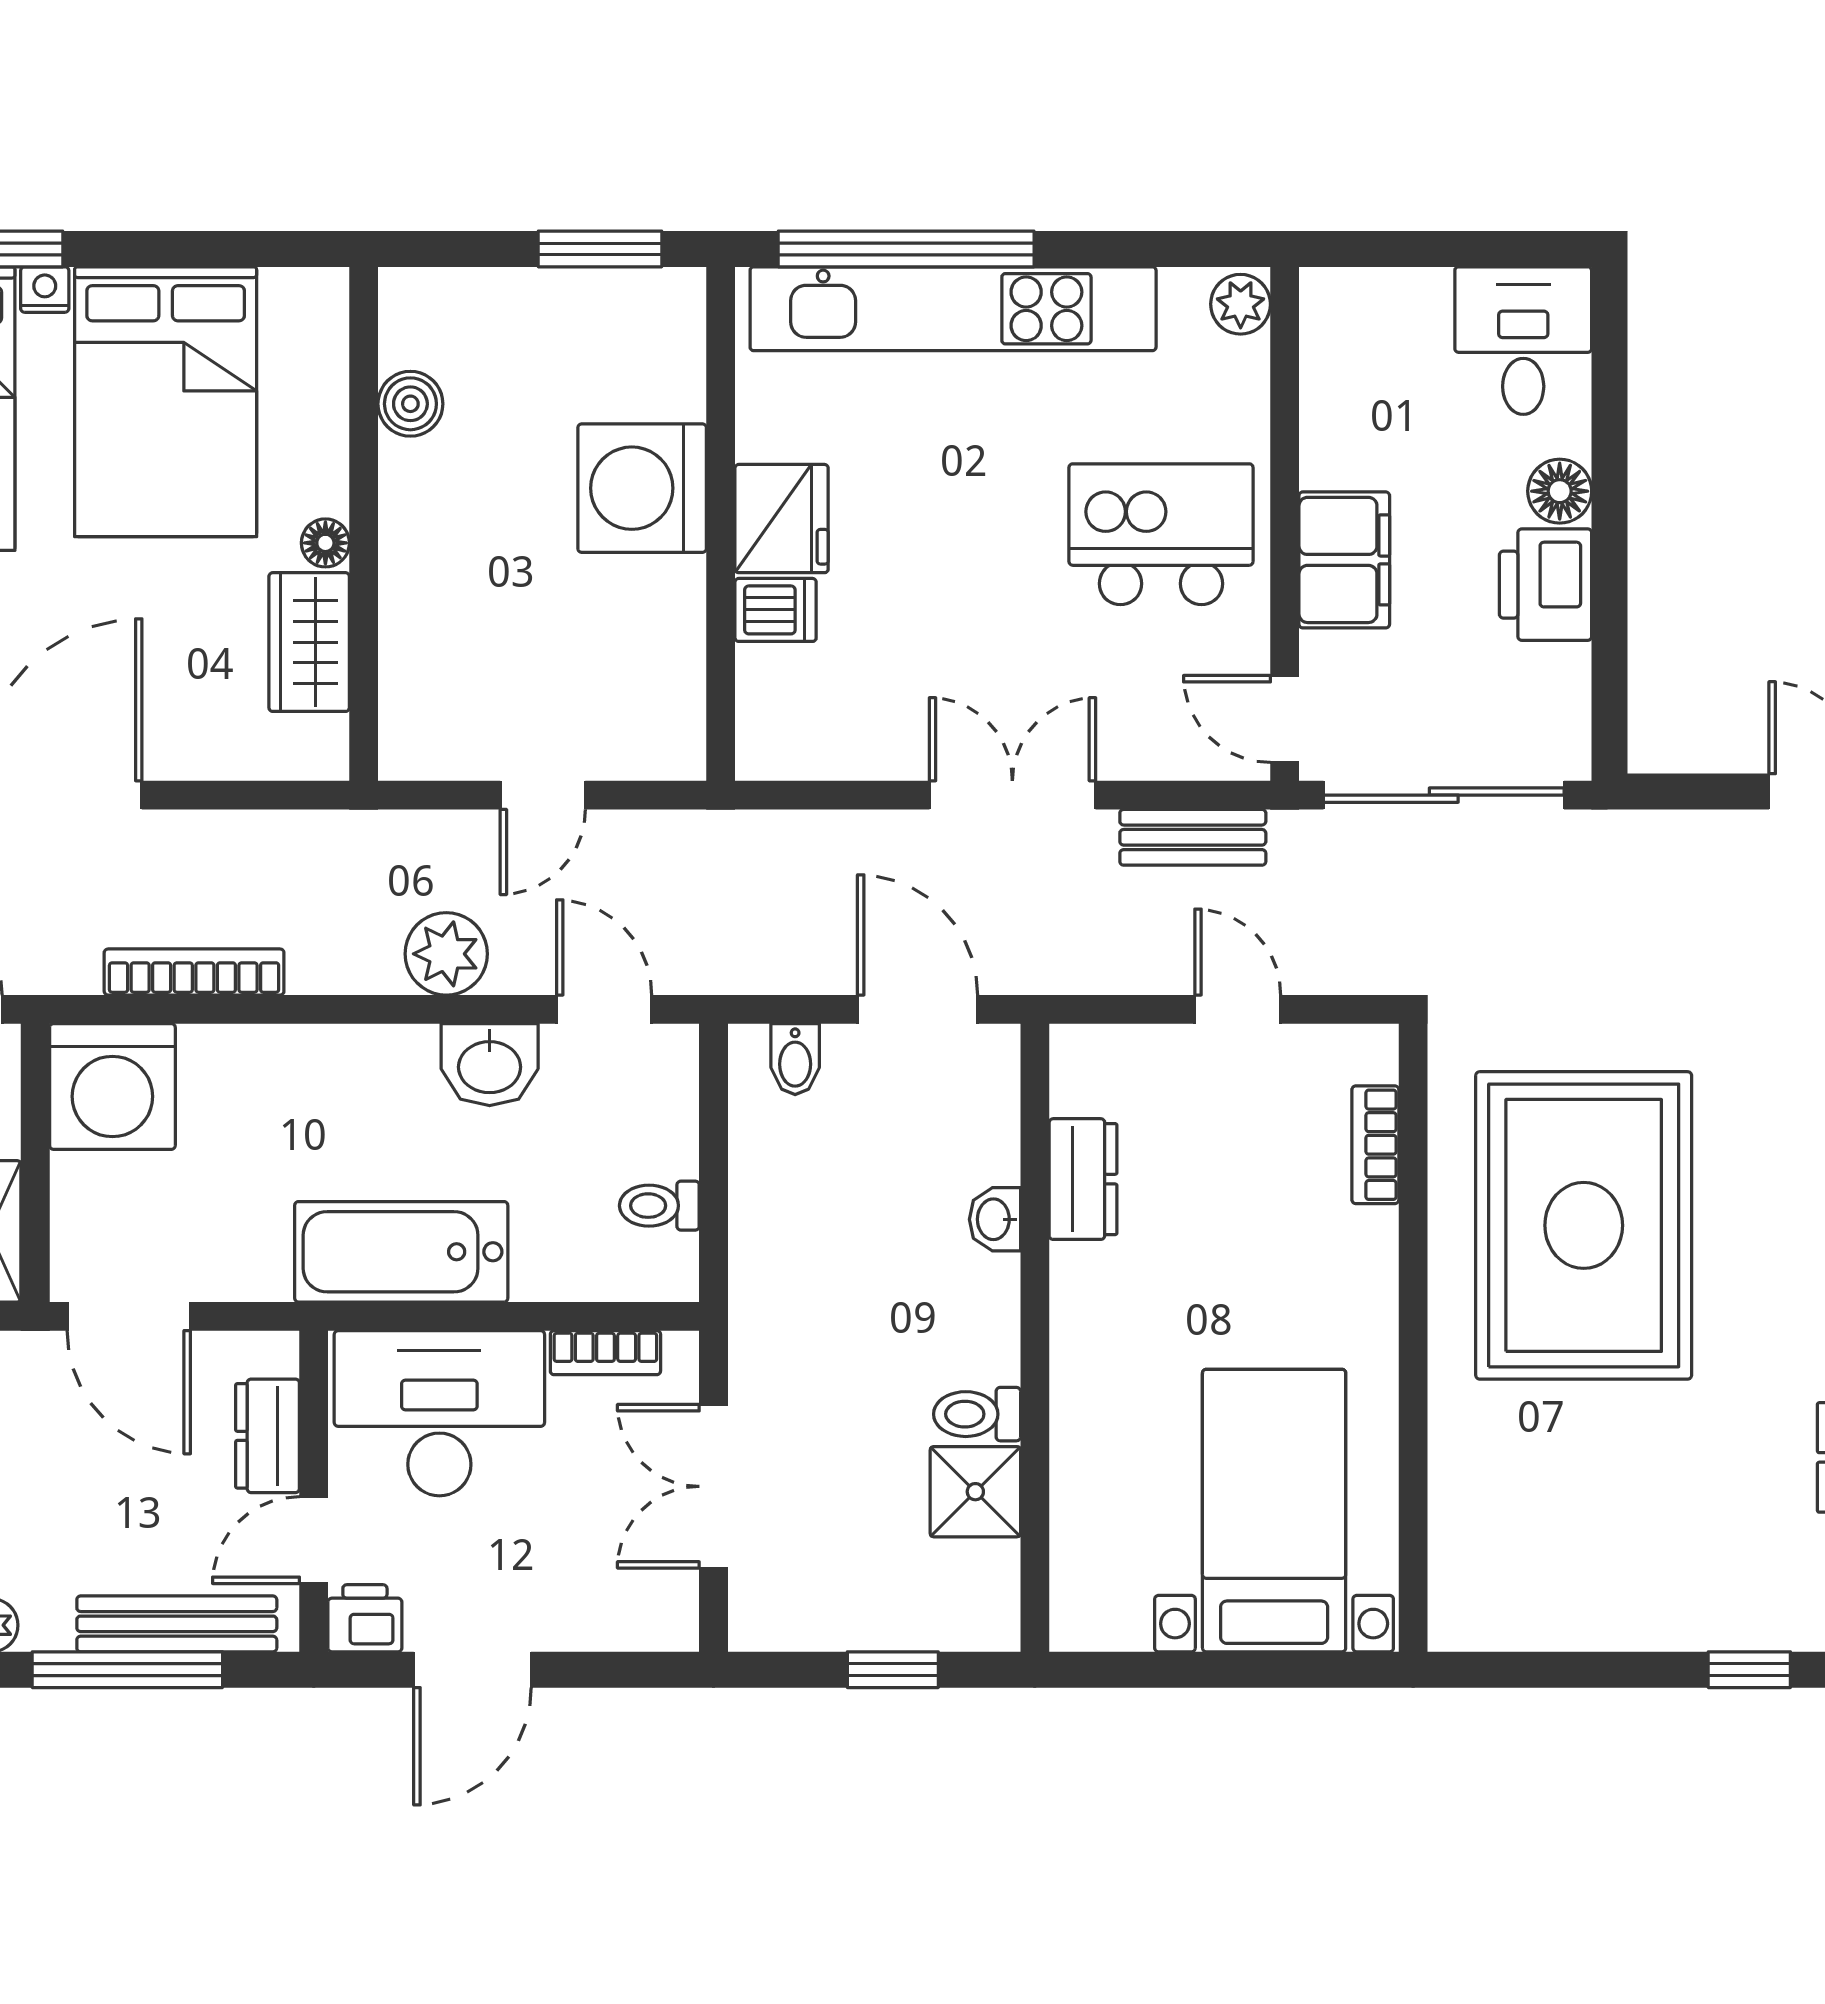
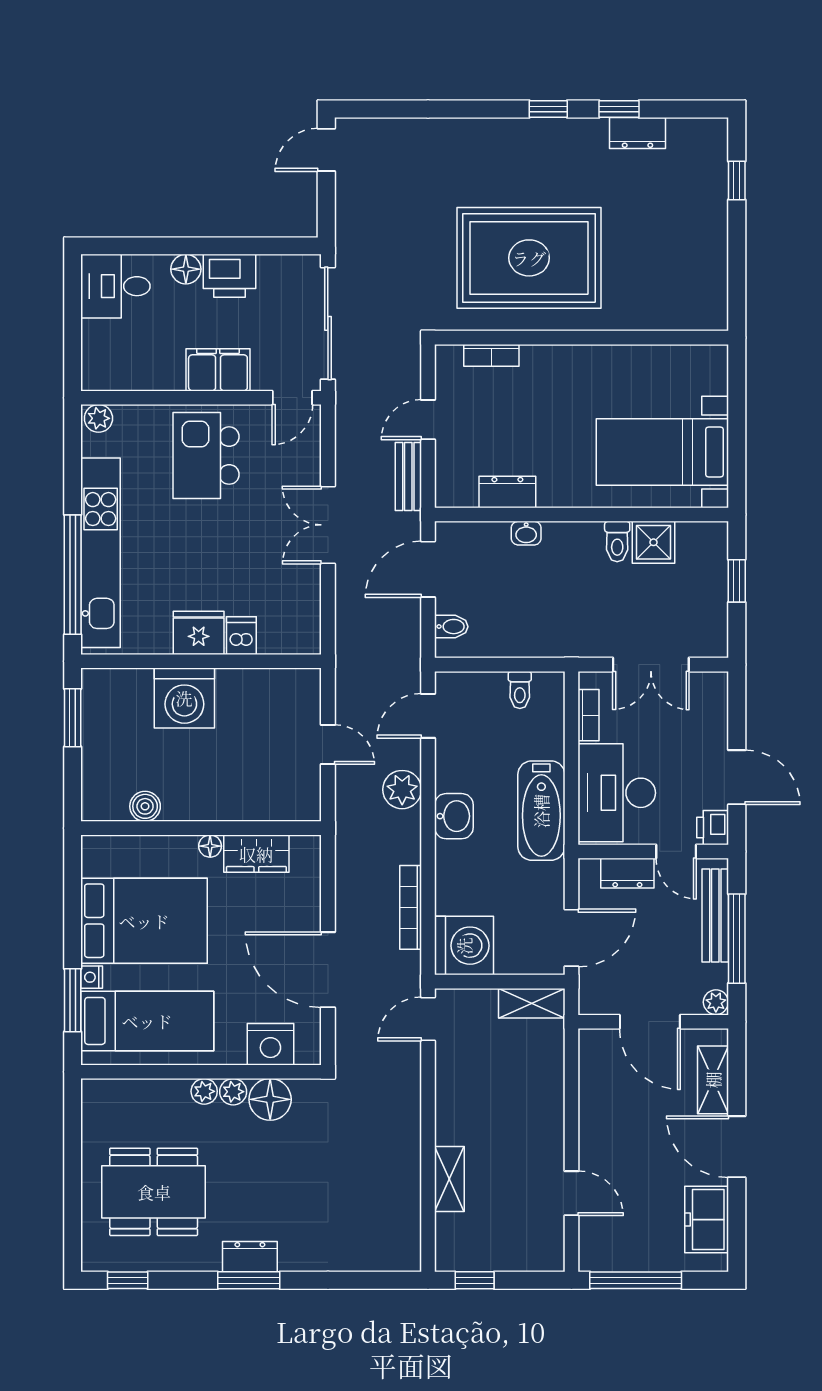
bench: (1193, 837) -> (408, 477), moved
washbasin: (490, 1065) -> (454, 816), moved
bed with nightstands: (1274, 1511) -> (662, 452), moved

